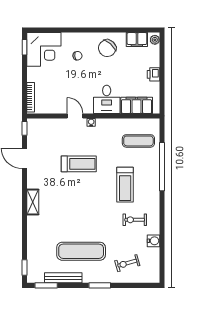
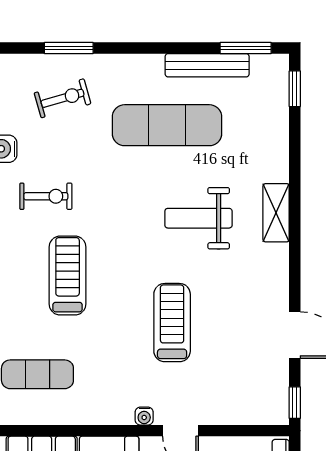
treadmill: (79, 164) -> (172, 323), turned 90
shelving: (33, 202) -> (276, 213), moved
weight bench: (67, 210) -> (198, 218), added
window: (100, 285) -> (69, 48), moved

